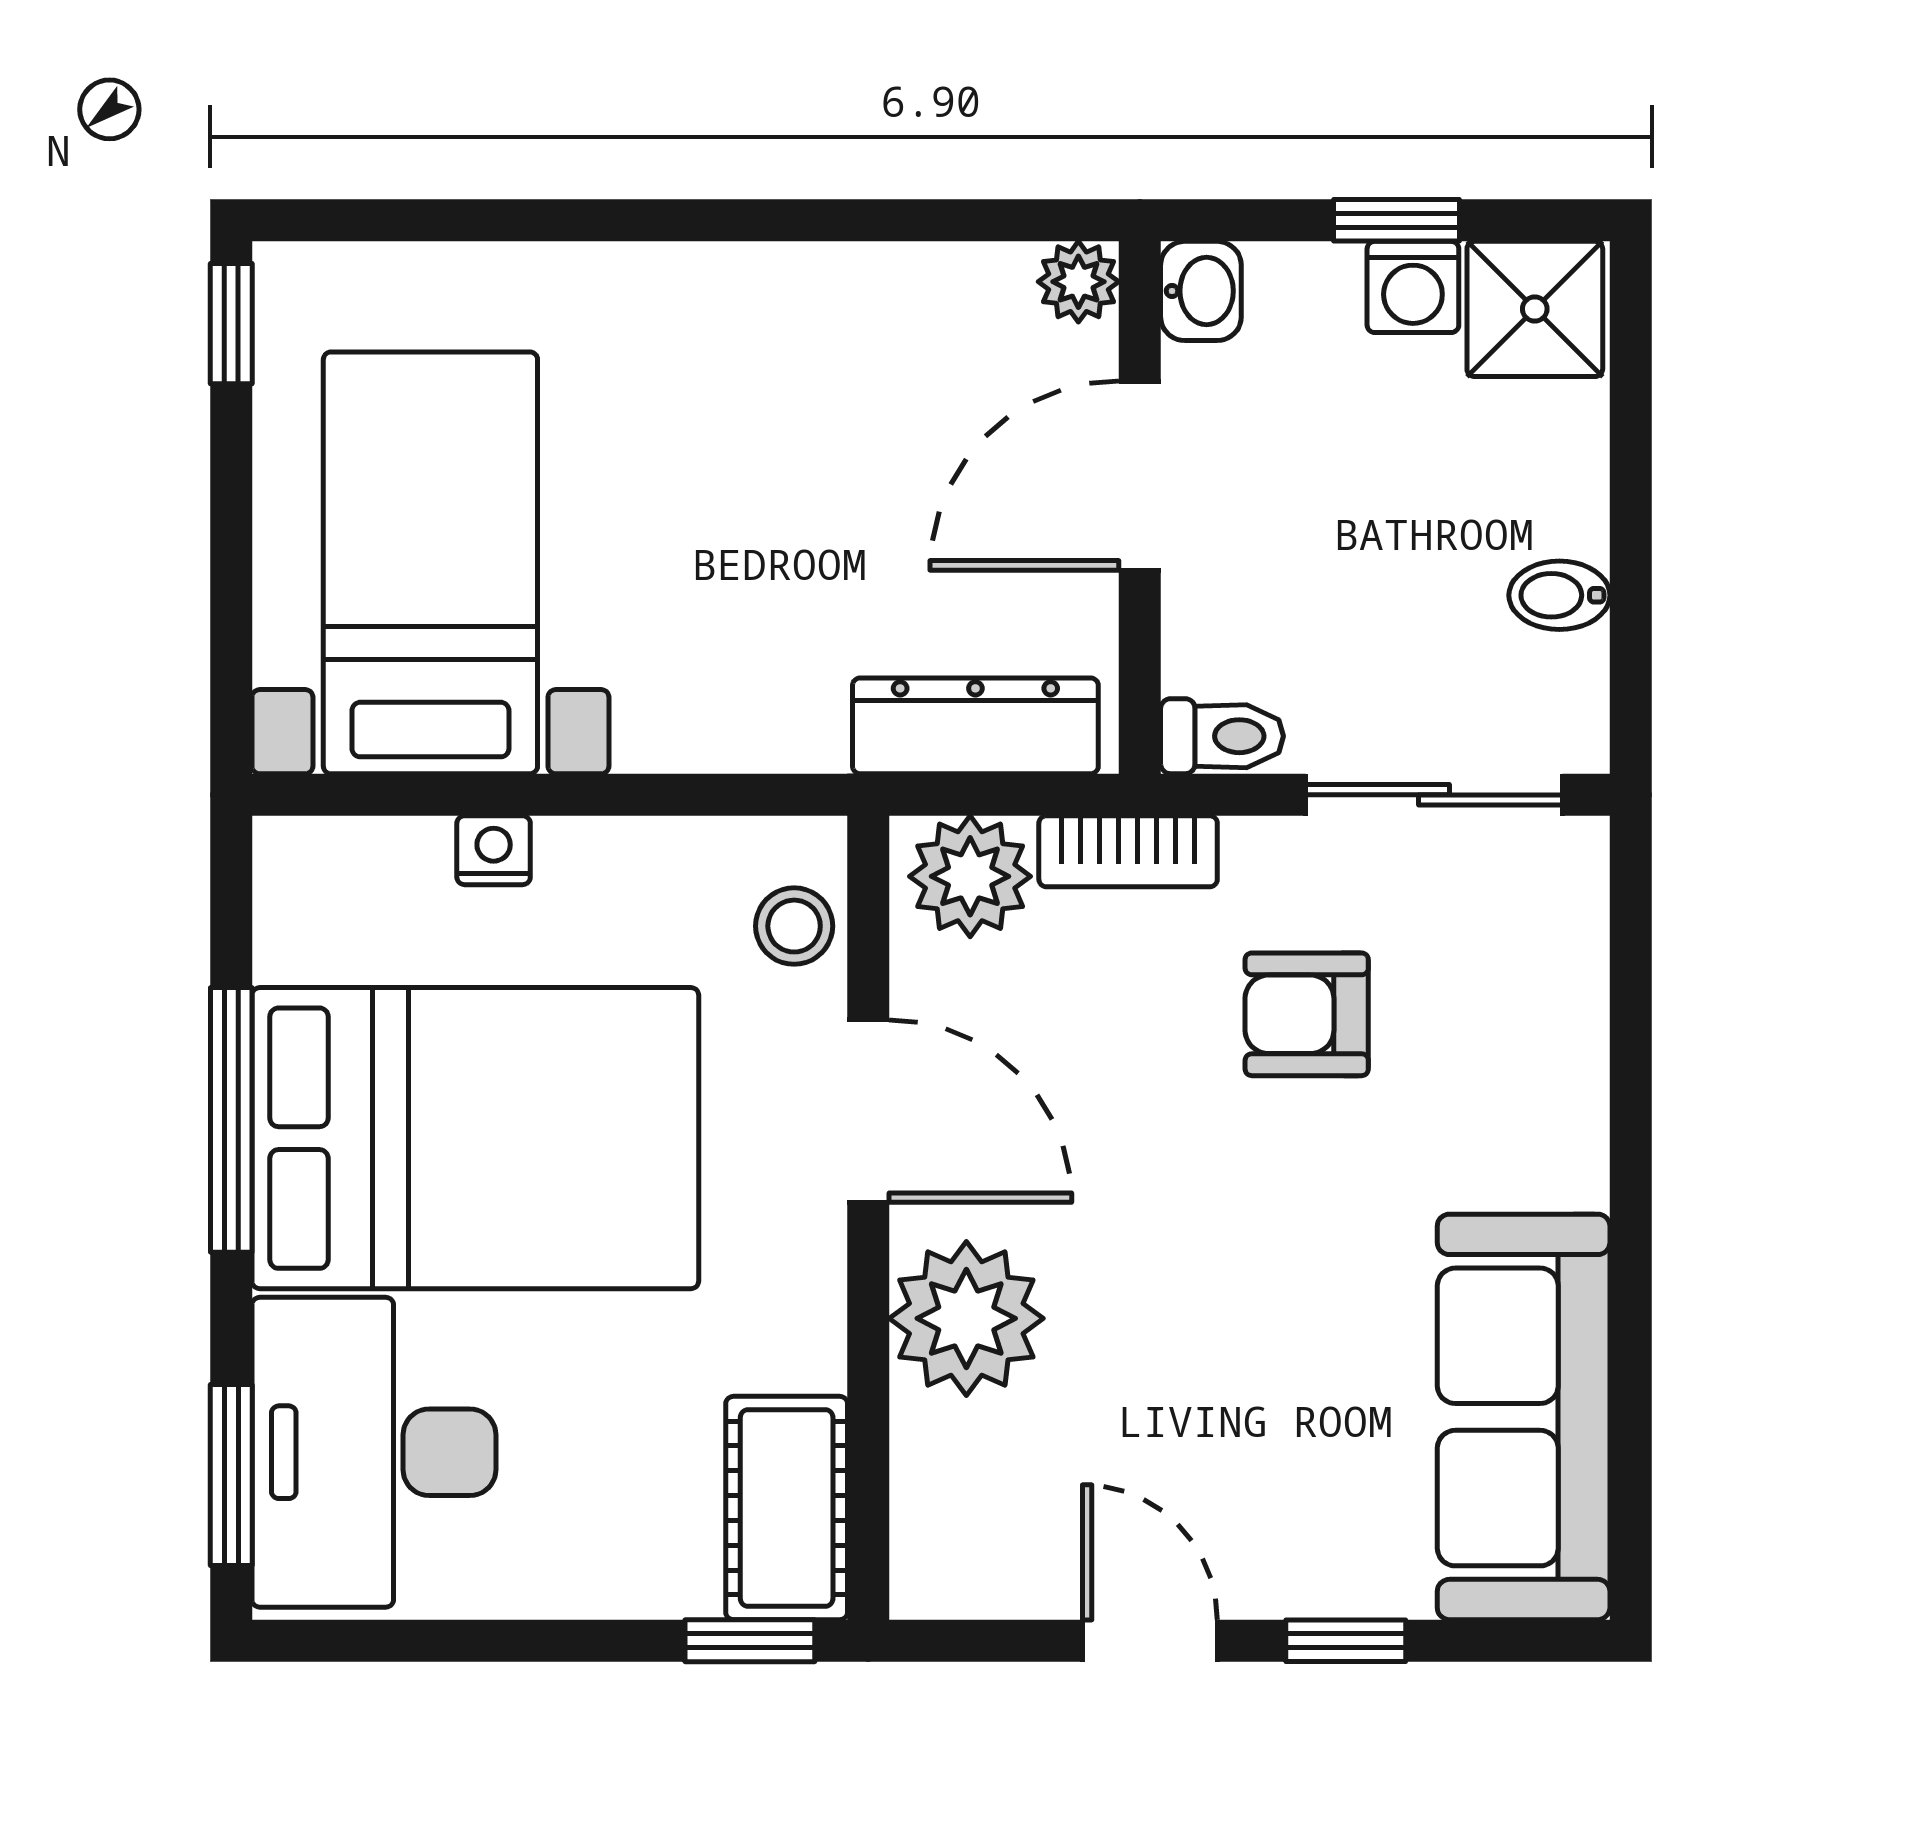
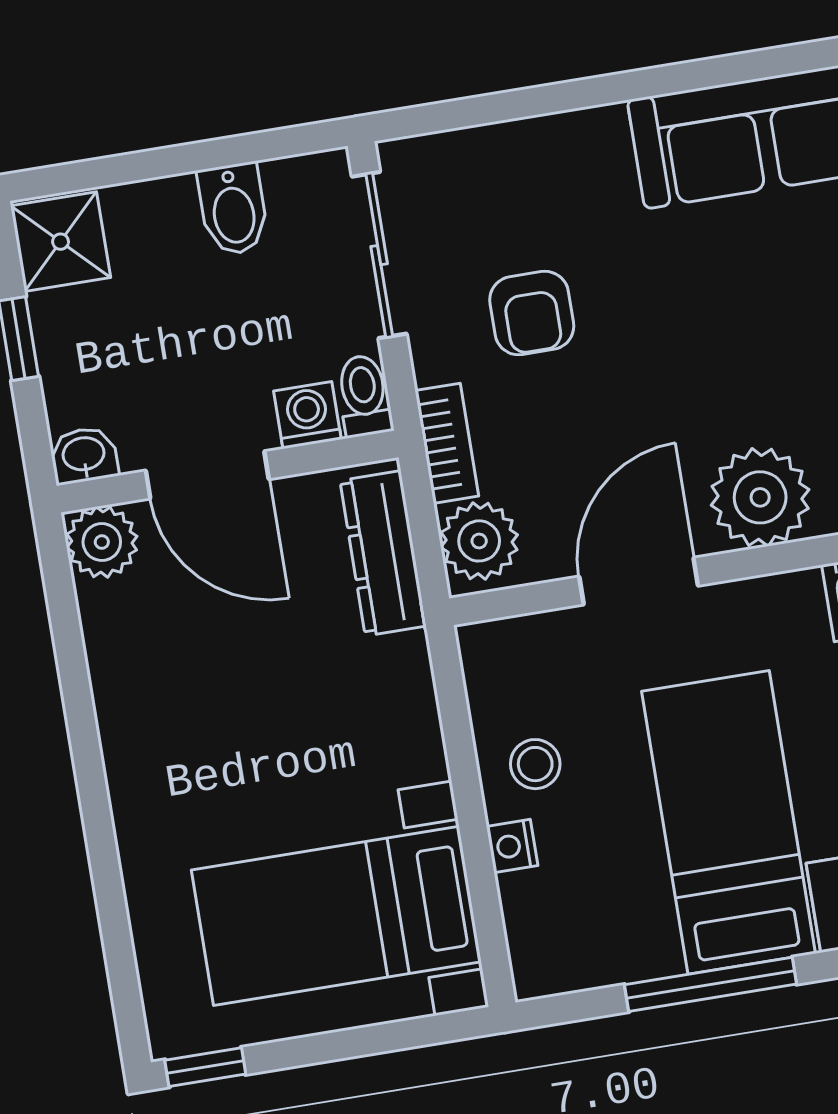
plant: (1078, 282) -> (102, 542), width x1.38, depth x1.38
washing machine: (1413, 287) -> (307, 415), moved, turned -90
bidet: (1559, 595) -> (233, 209), width x1.38, depth x1.36
stool: (794, 926) -> (535, 764), moved
bed: (475, 1138) -> (729, 822), width x0.67

